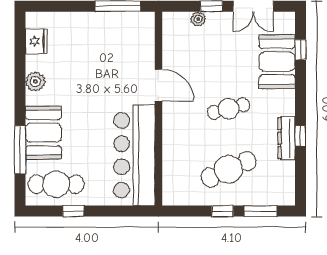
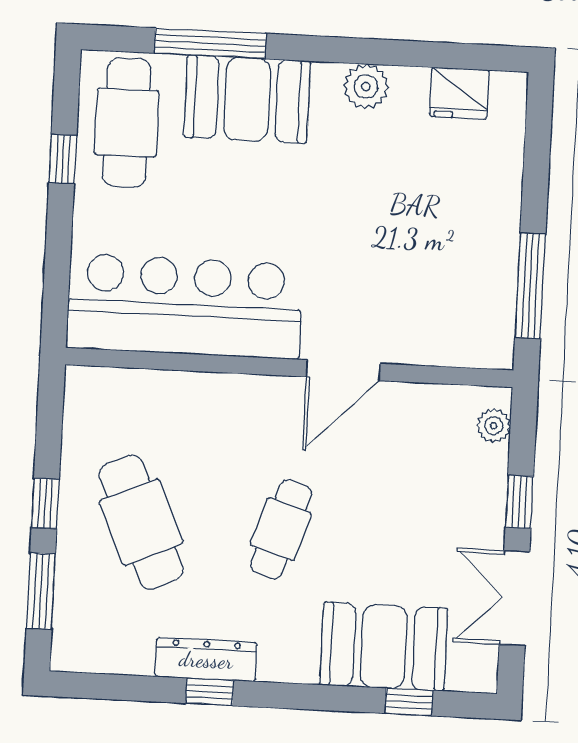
plant: (198, 19) -> (494, 426), moved
cafe table: (229, 109) -> (281, 529), turned 33

